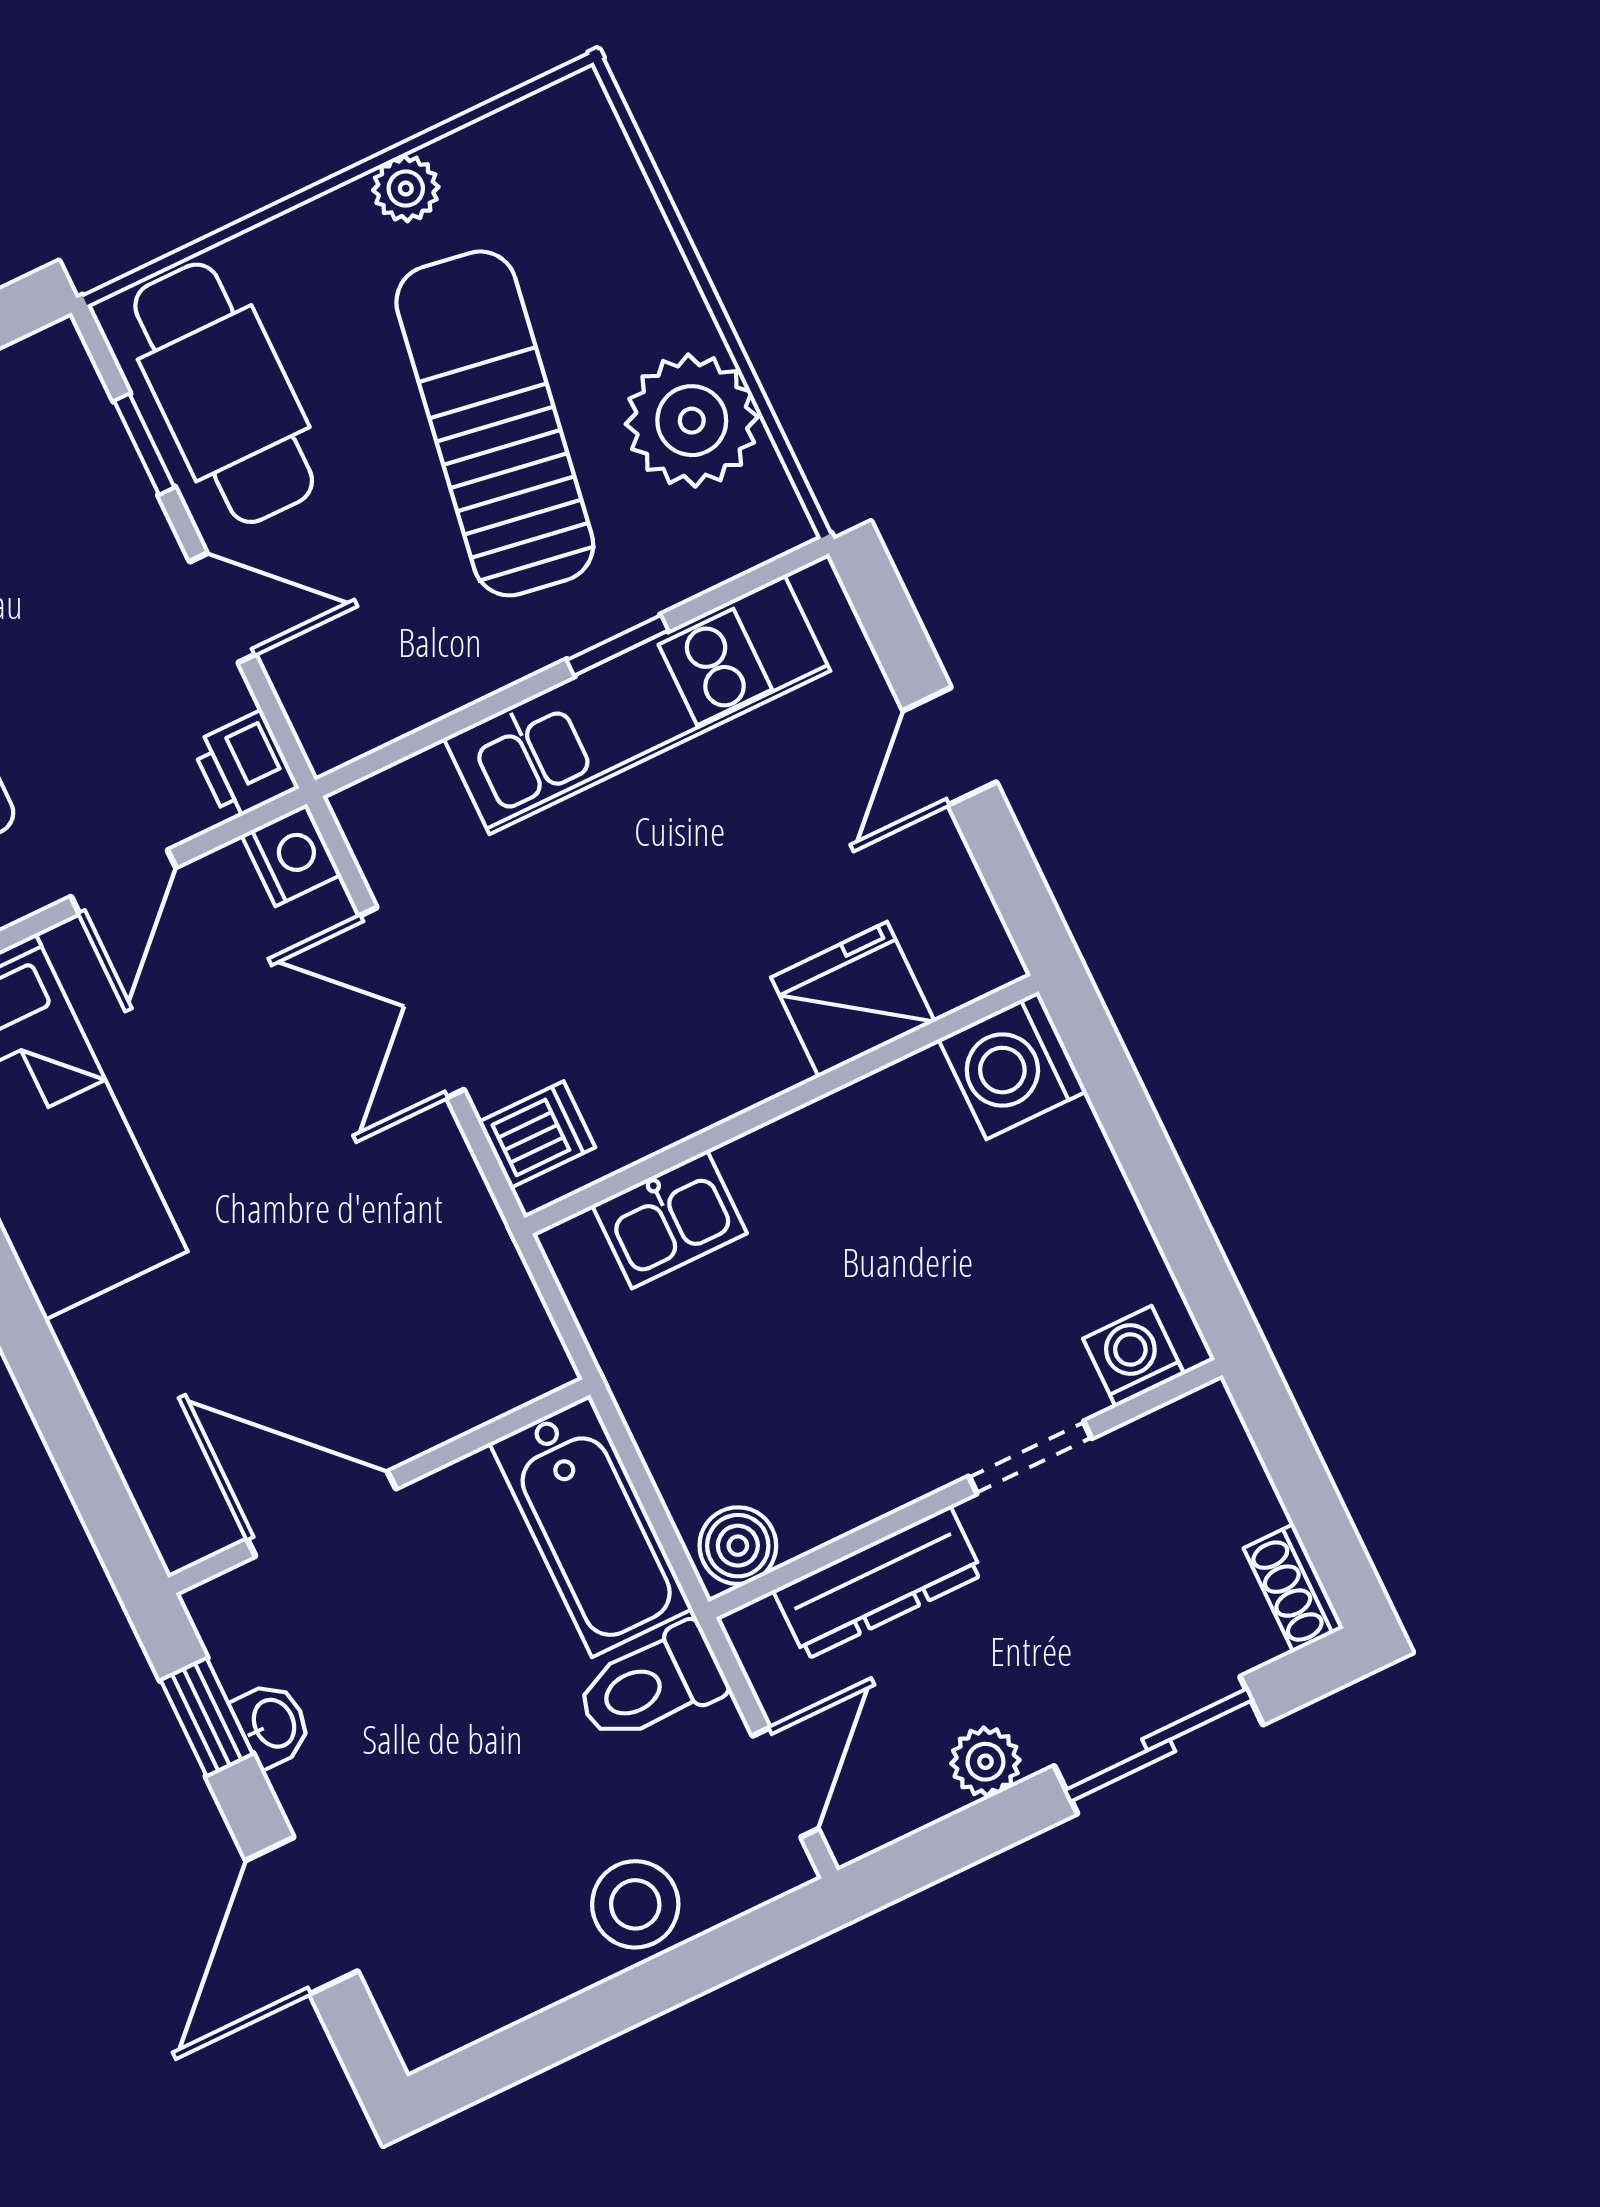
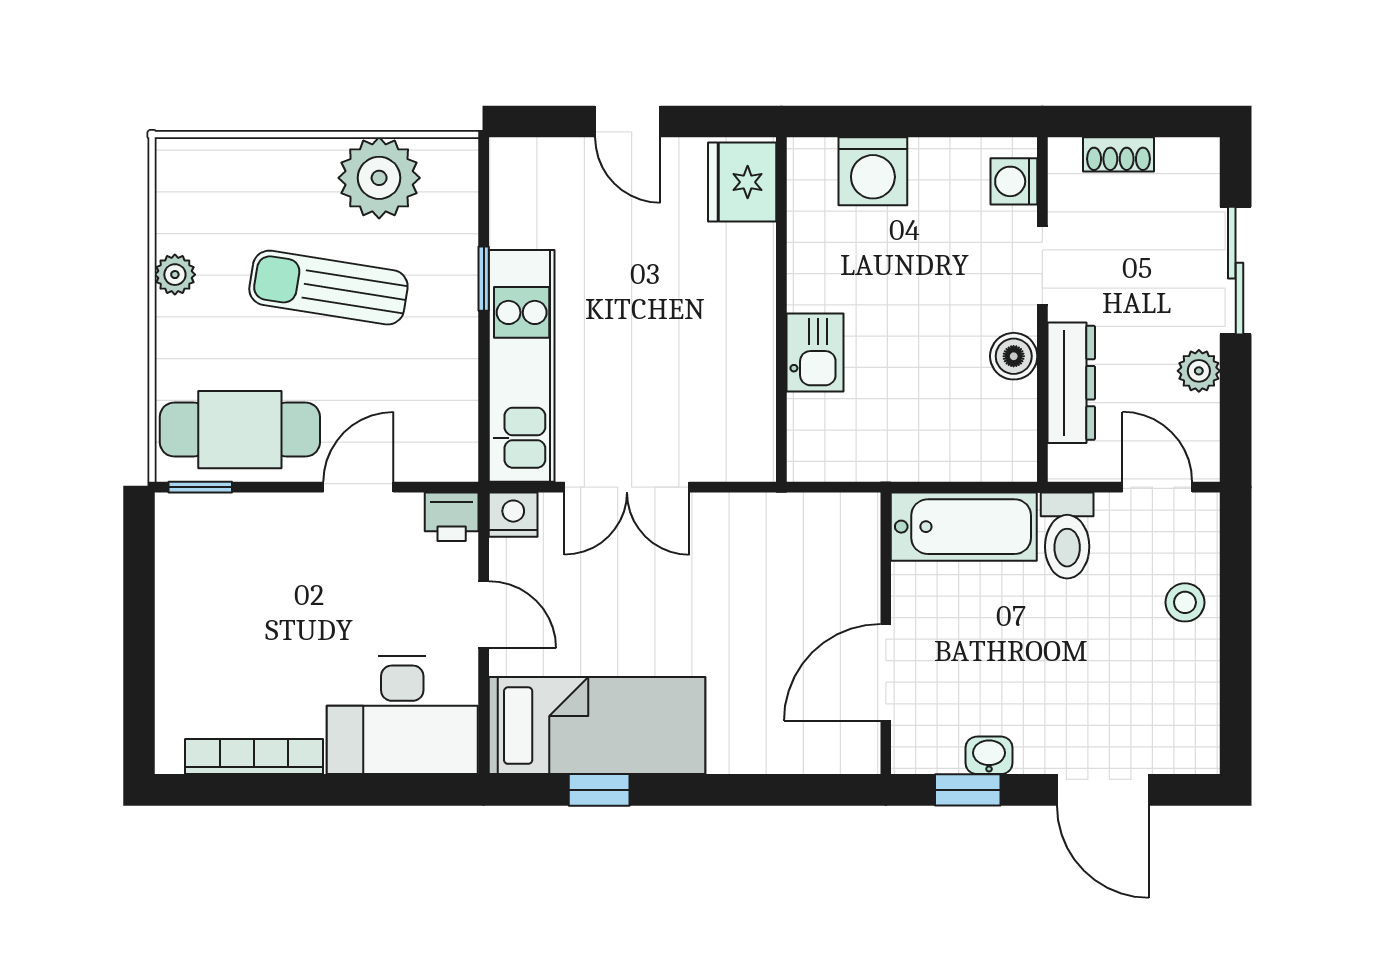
sun lounger: (495, 423) -> (328, 288), width x0.73, depth x0.75
window: (144, 444) -> (200, 487), moved
kitchen unit: (637, 705) -> (522, 366), moved
fridge: (853, 1000) -> (742, 182), moved
washing machine: (1012, 1065) -> (873, 171), moved
dishwasher: (537, 1135) -> (733, 453), removed
kitchen sink: (669, 1219) -> (815, 352), moved
boiler: (738, 1546) -> (1014, 356), moved
shoe rack: (1294, 1588) -> (1118, 154), moved
stool: (635, 1904) -> (1185, 602), width x0.73, depth x0.73

